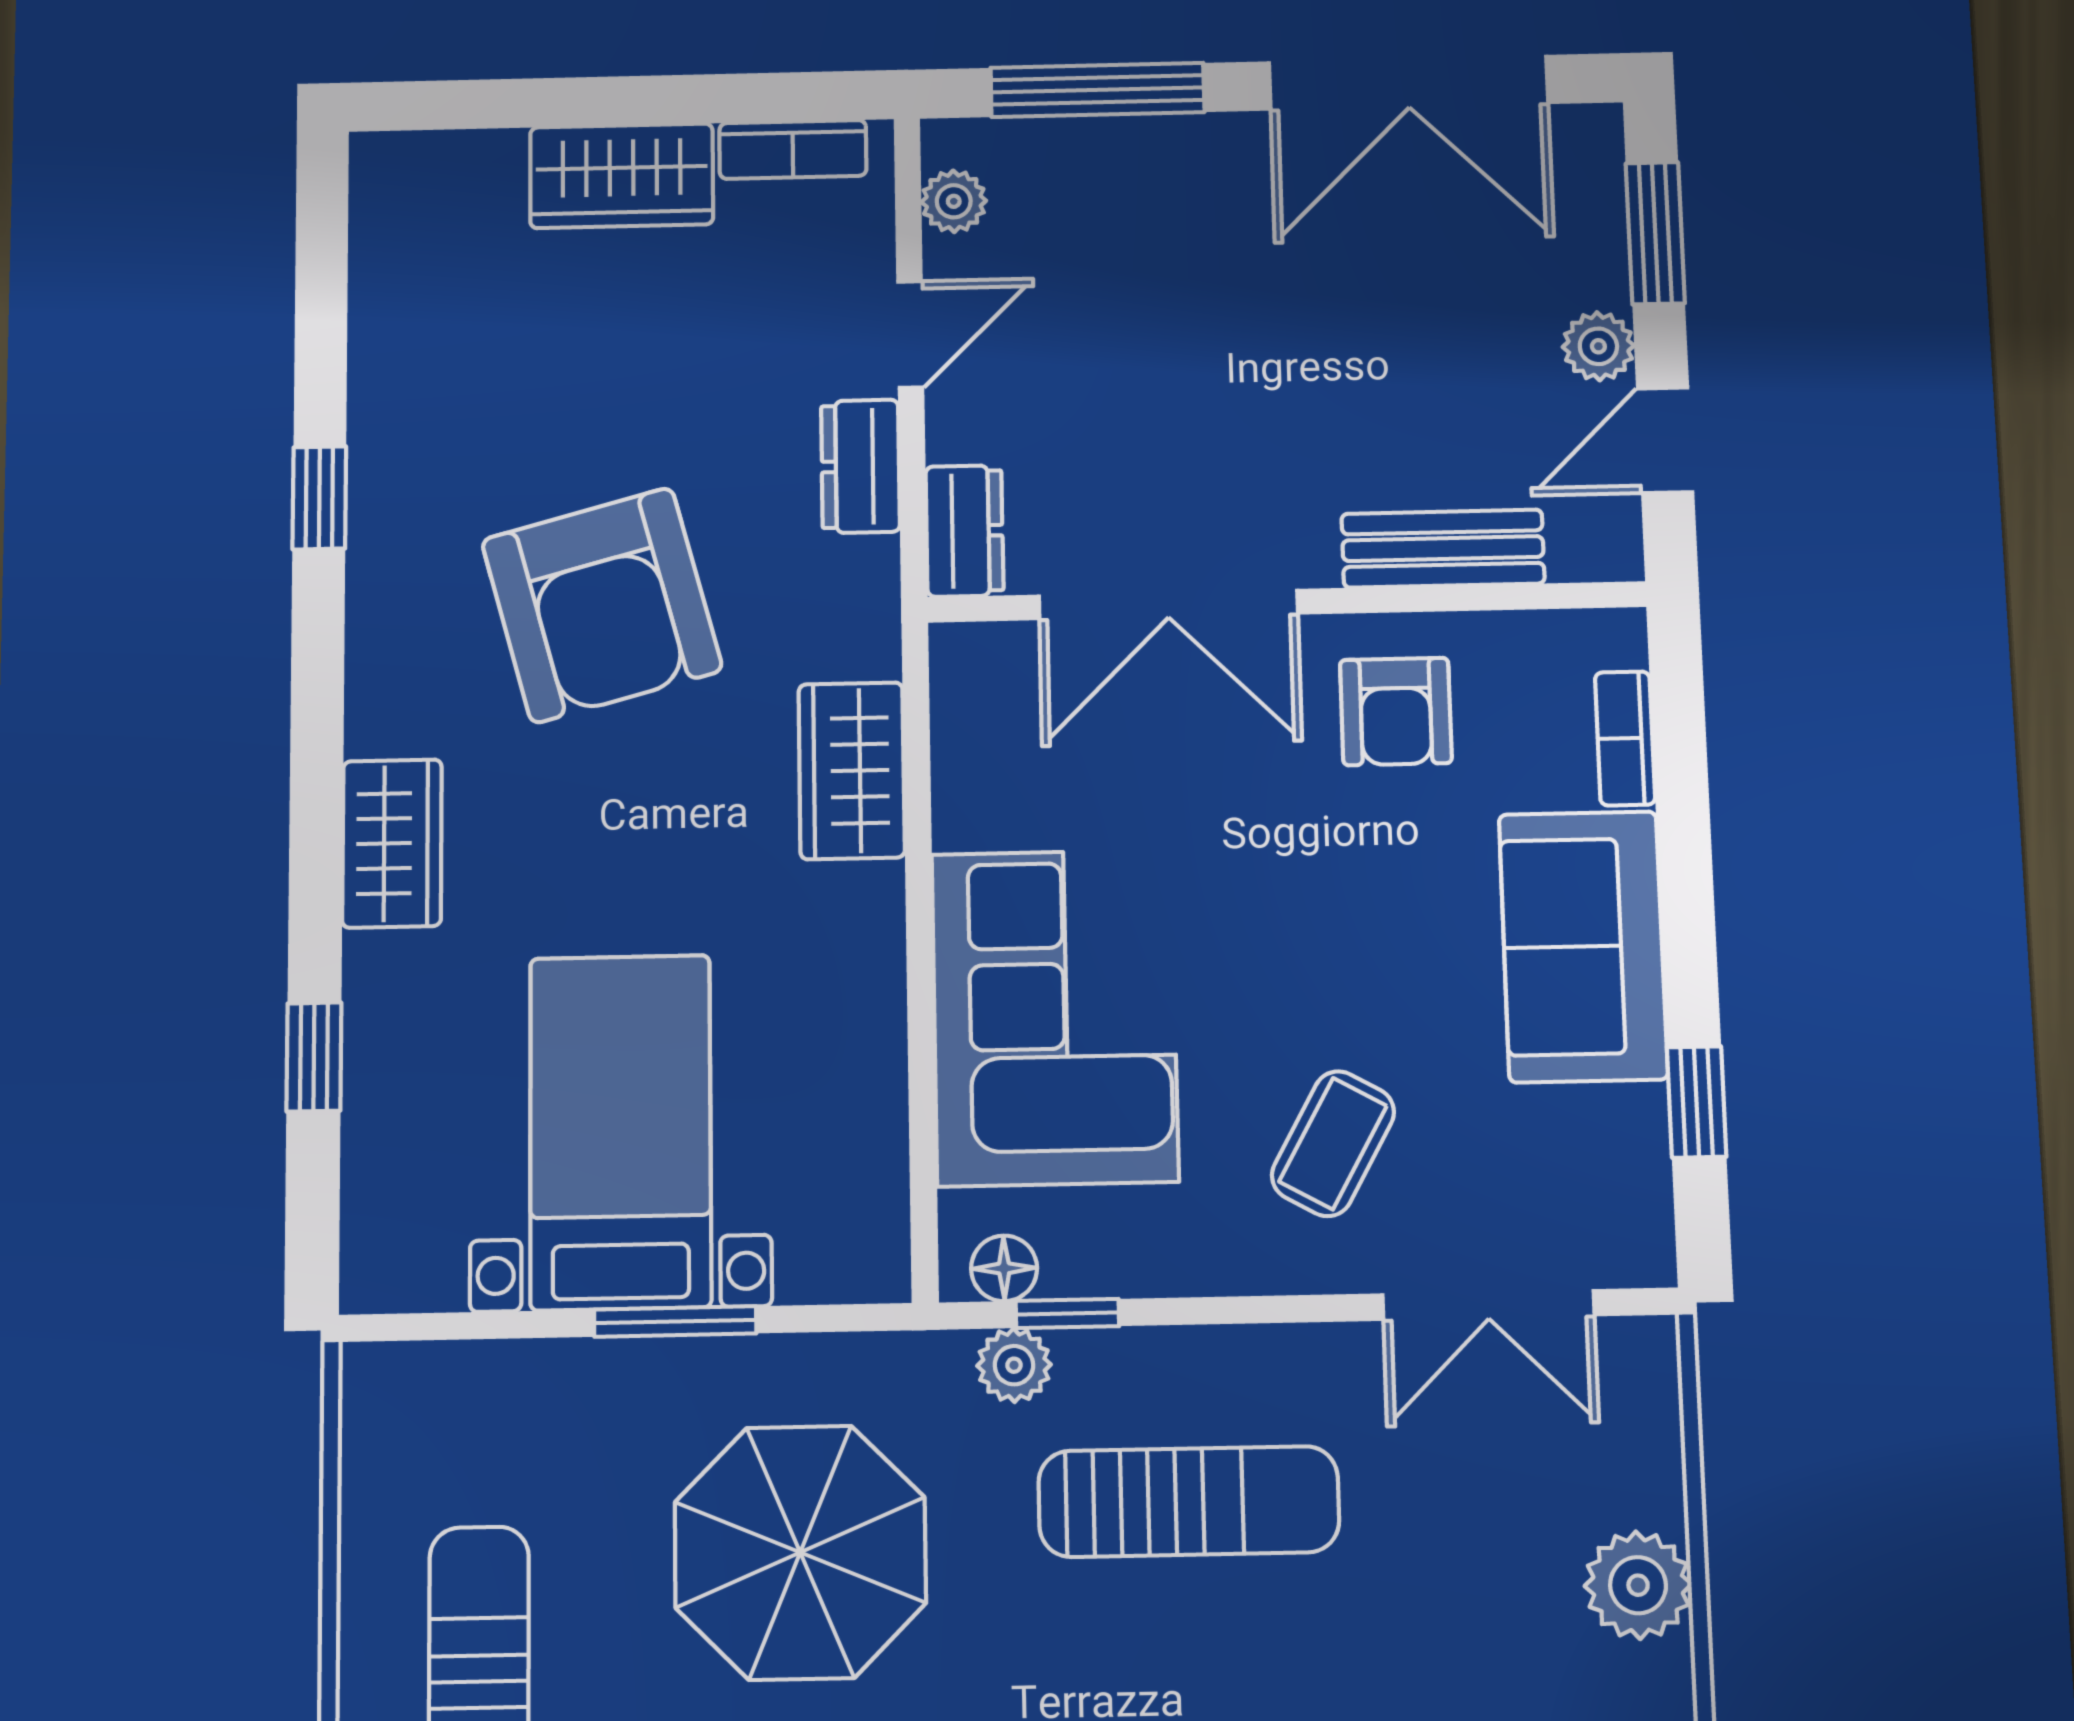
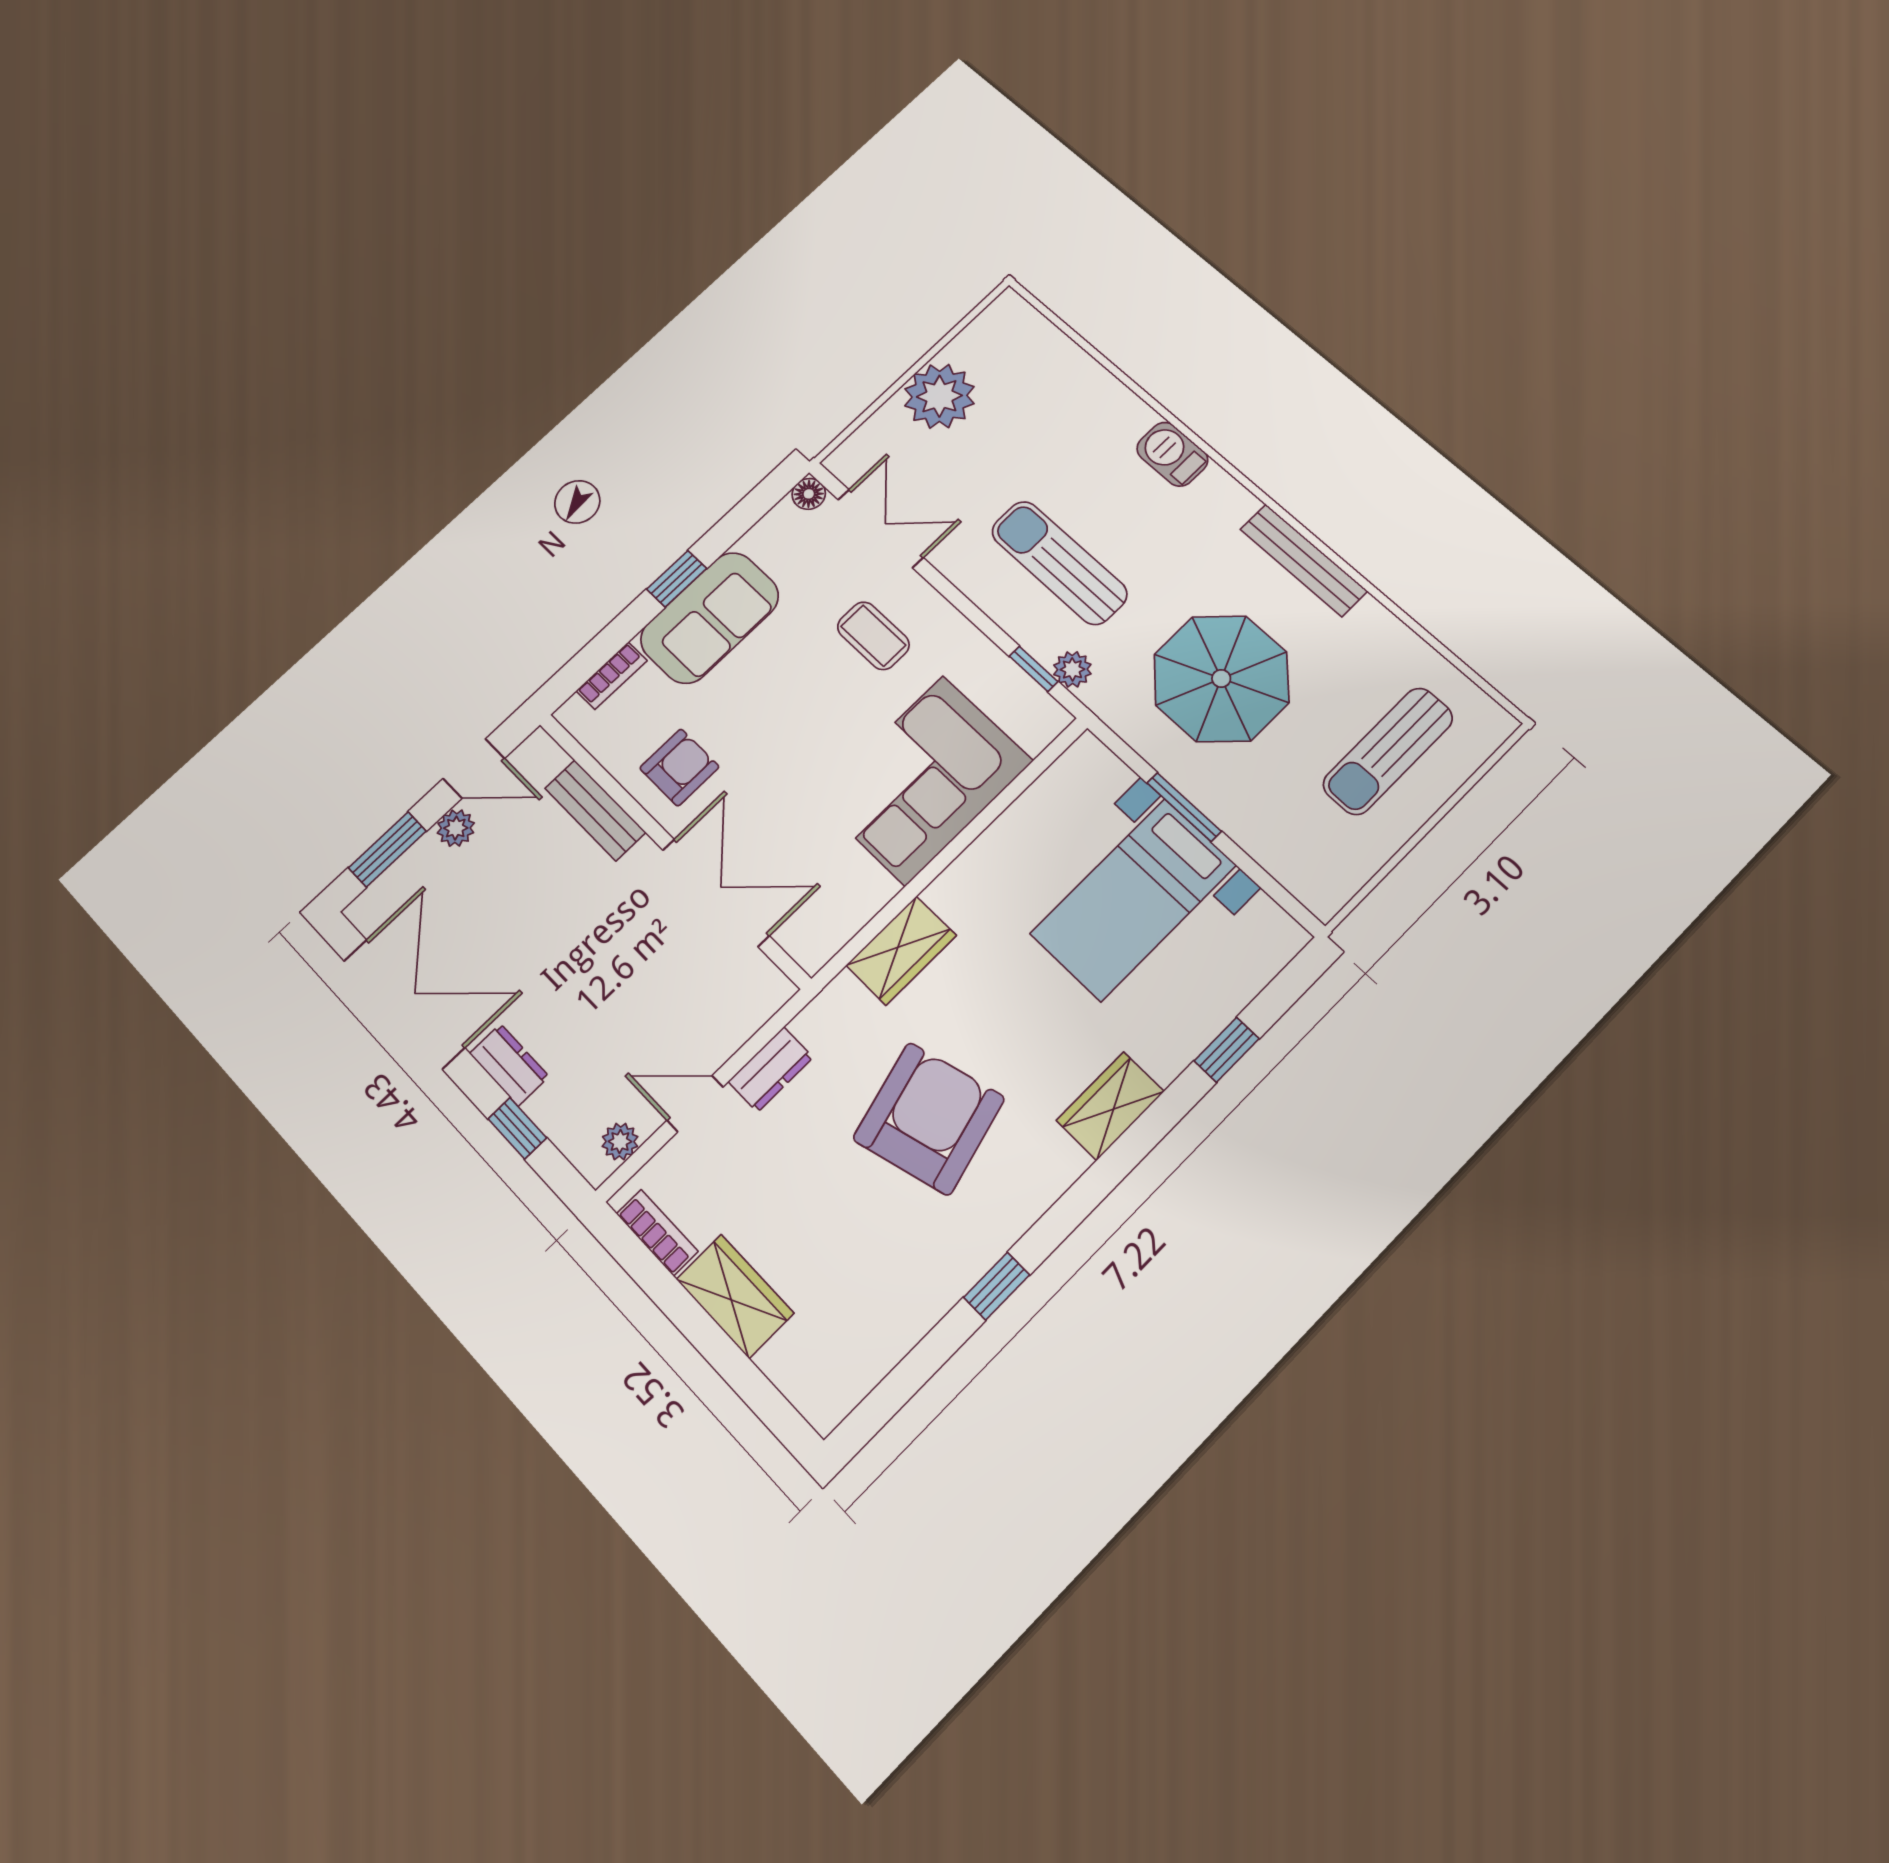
window: (1097, 90) -> (517, 1128), width x0.46
dresser: (964, 531) -> (509, 1065), moved, turned 90
window: (1697, 1102) -> (677, 579), moved
coffee table: (1333, 1144) -> (873, 636), turned 61
floor lamp: (1004, 1268) -> (809, 494), moved
plant: (1638, 1585) -> (939, 396), width x1.36, depth x1.36

